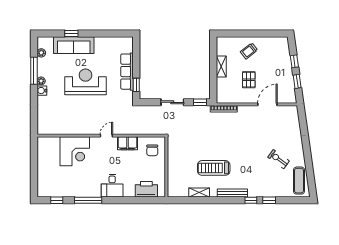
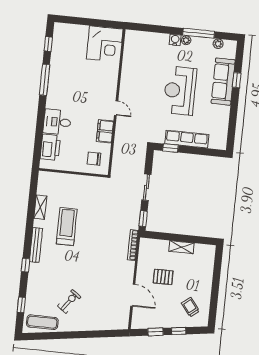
trolley: (249, 51) -> (190, 307), moved
reception desk: (85, 82) -> (180, 91), turned 180
corner desk: (75, 151) -> (105, 44), moved, turned -90
desk: (112, 186) -> (57, 122), moved
window: (269, 200) -> (21, 305), moved

